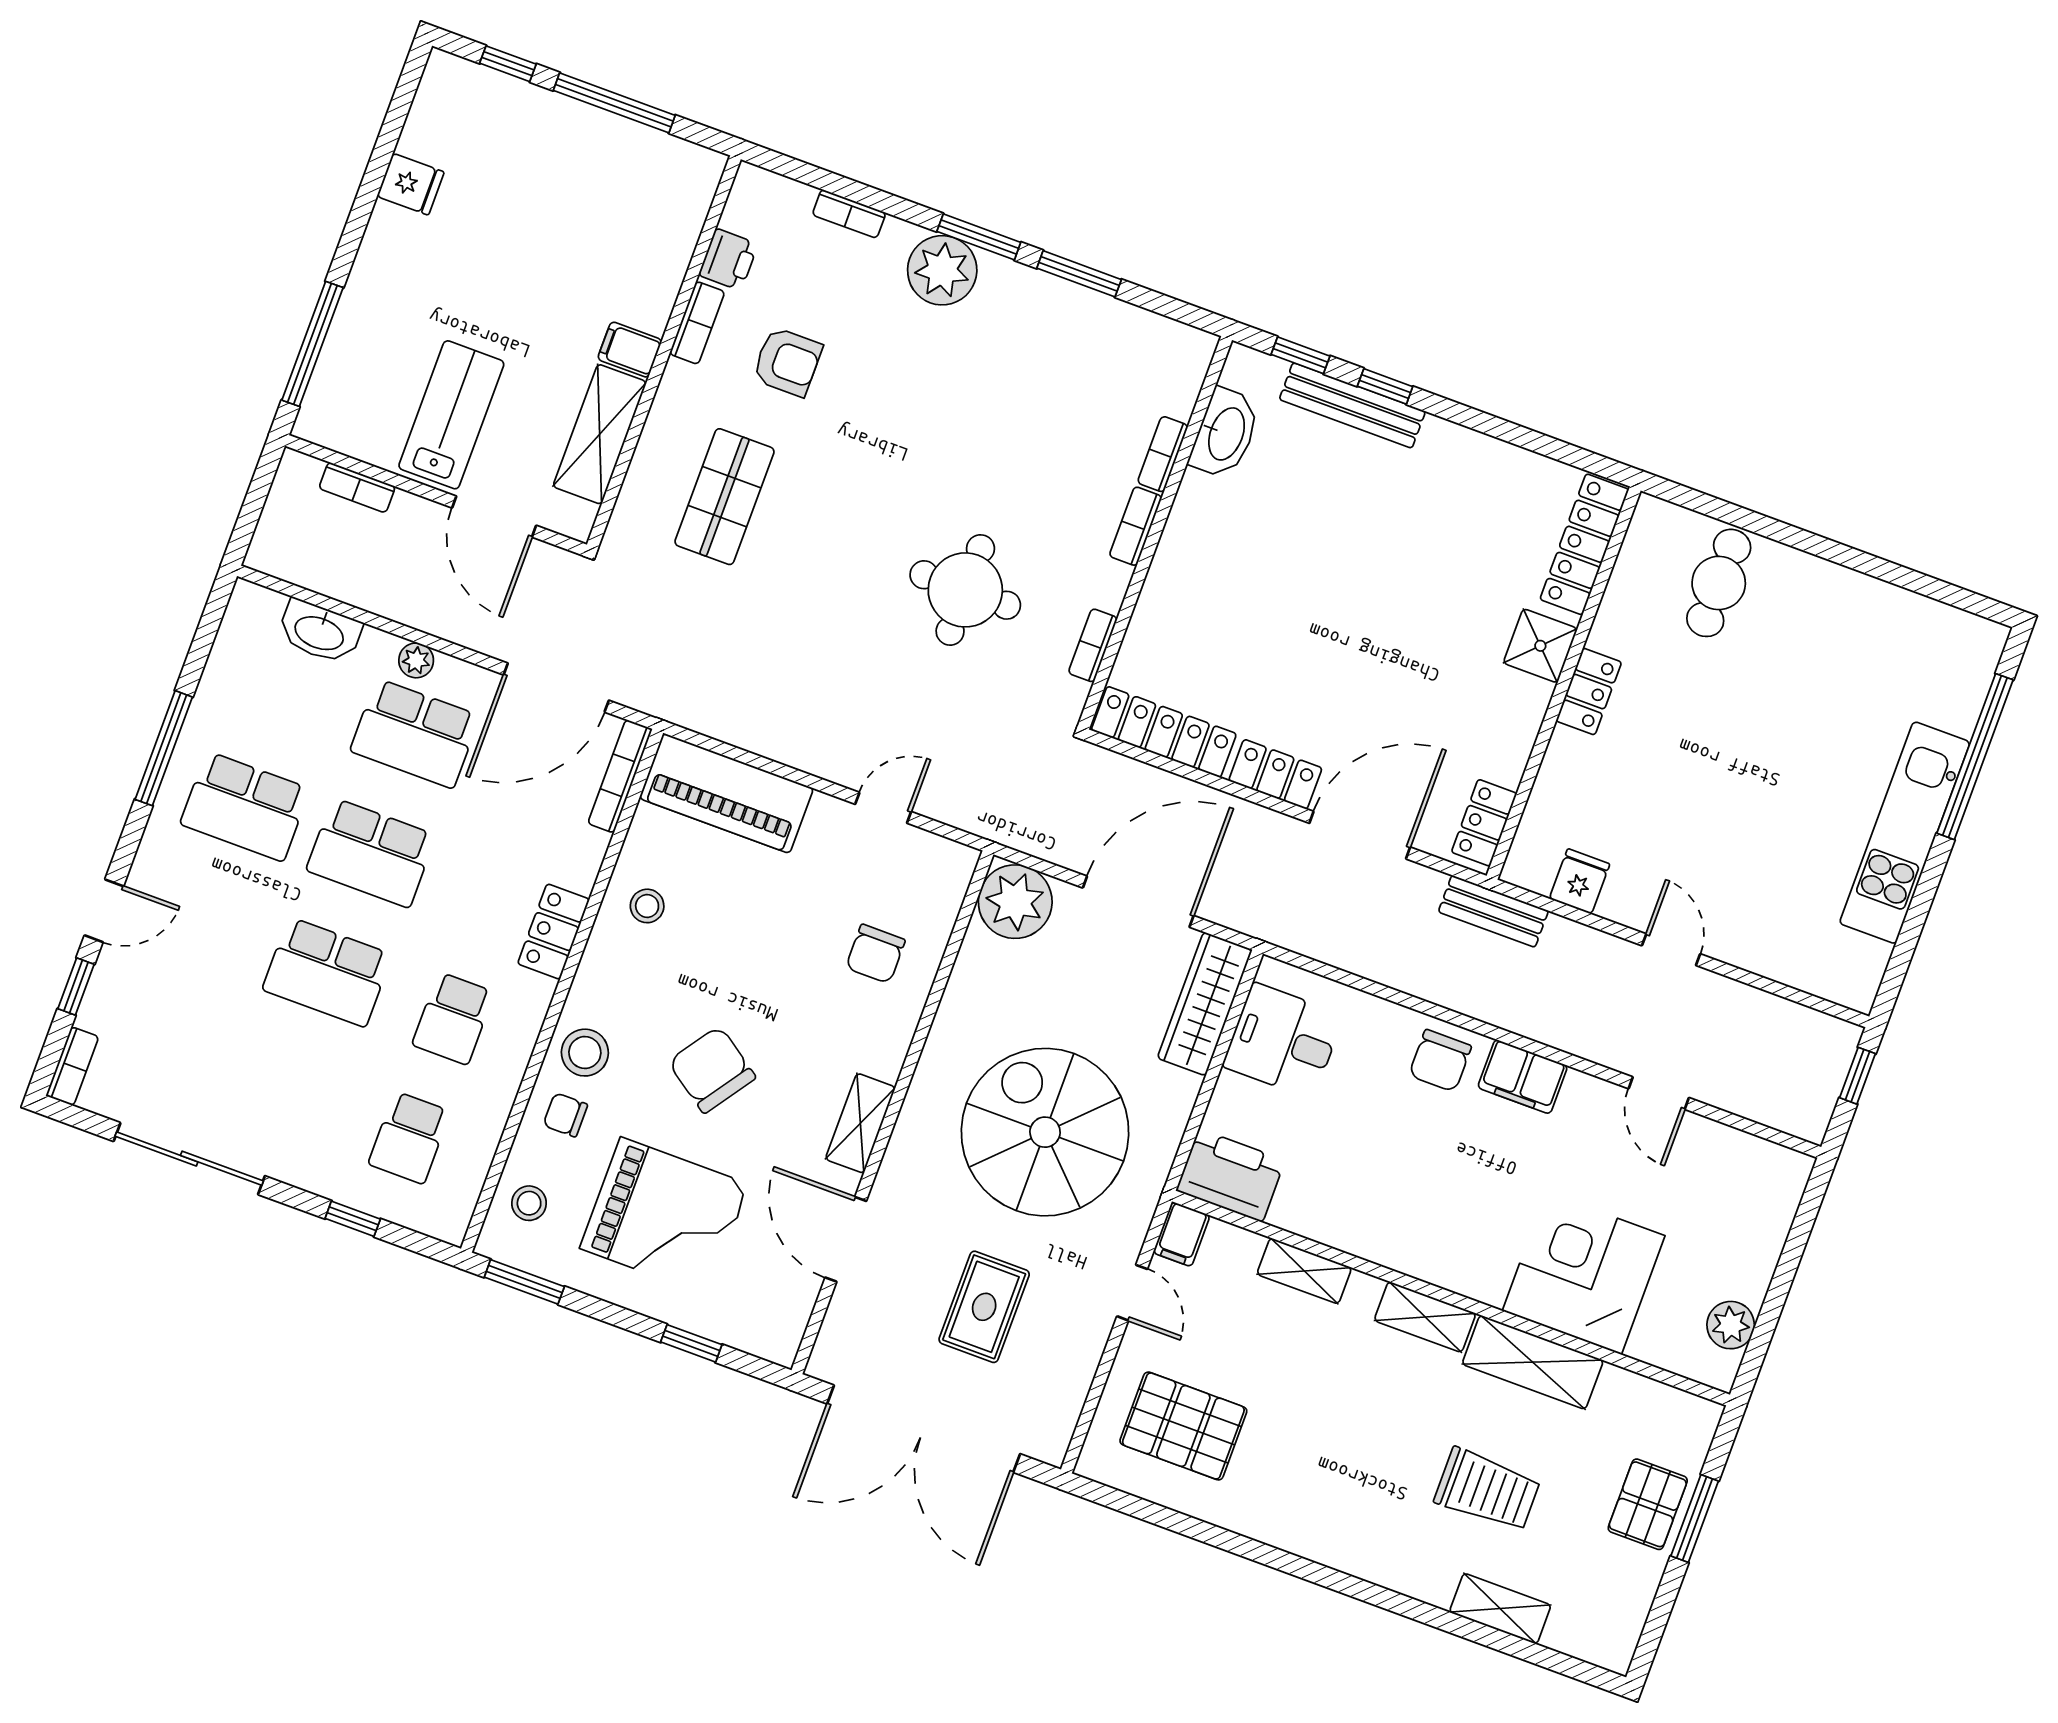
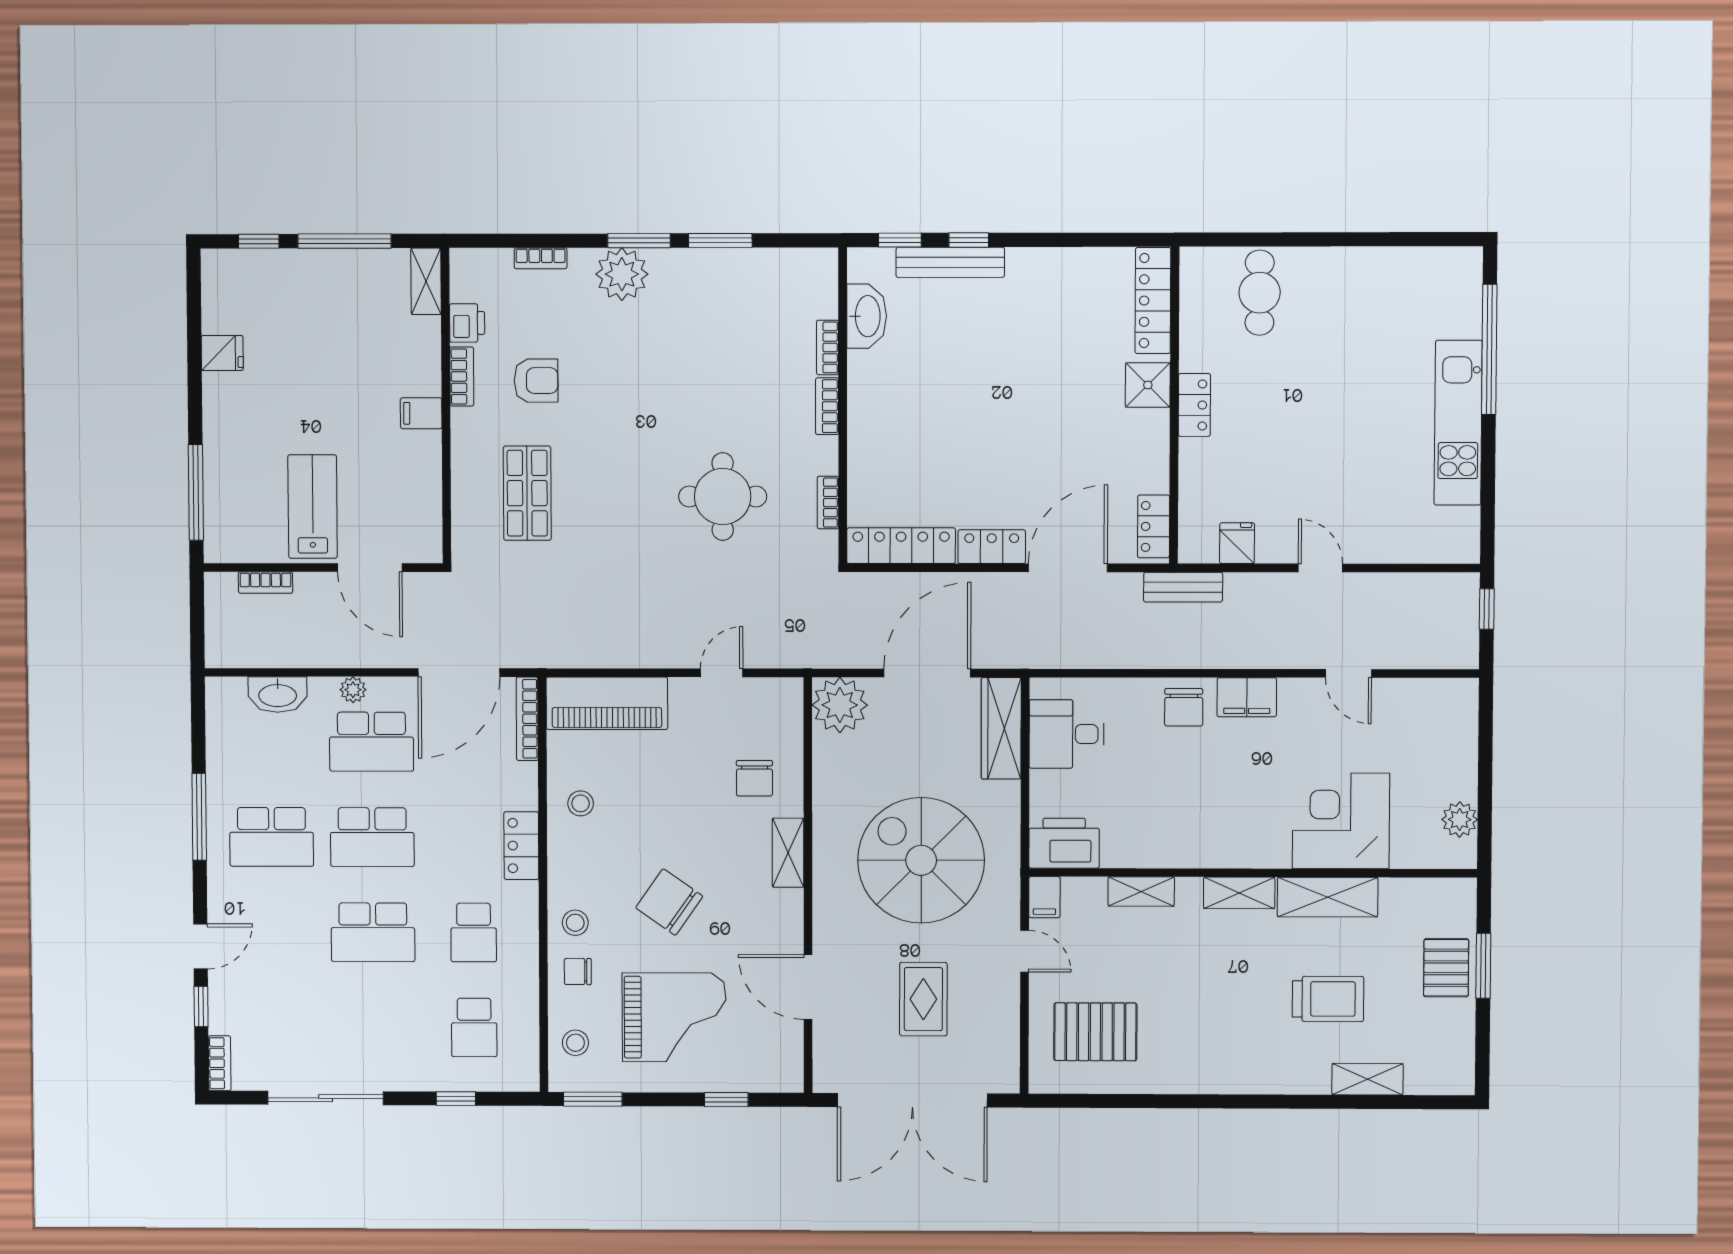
shelving: (600, 434) -> (426, 281), moved, width x0.67, depth x0.75
stool: (585, 1053) -> (575, 923), width x0.73, depth x0.73
shelving: (860, 1123) -> (788, 853), moved

